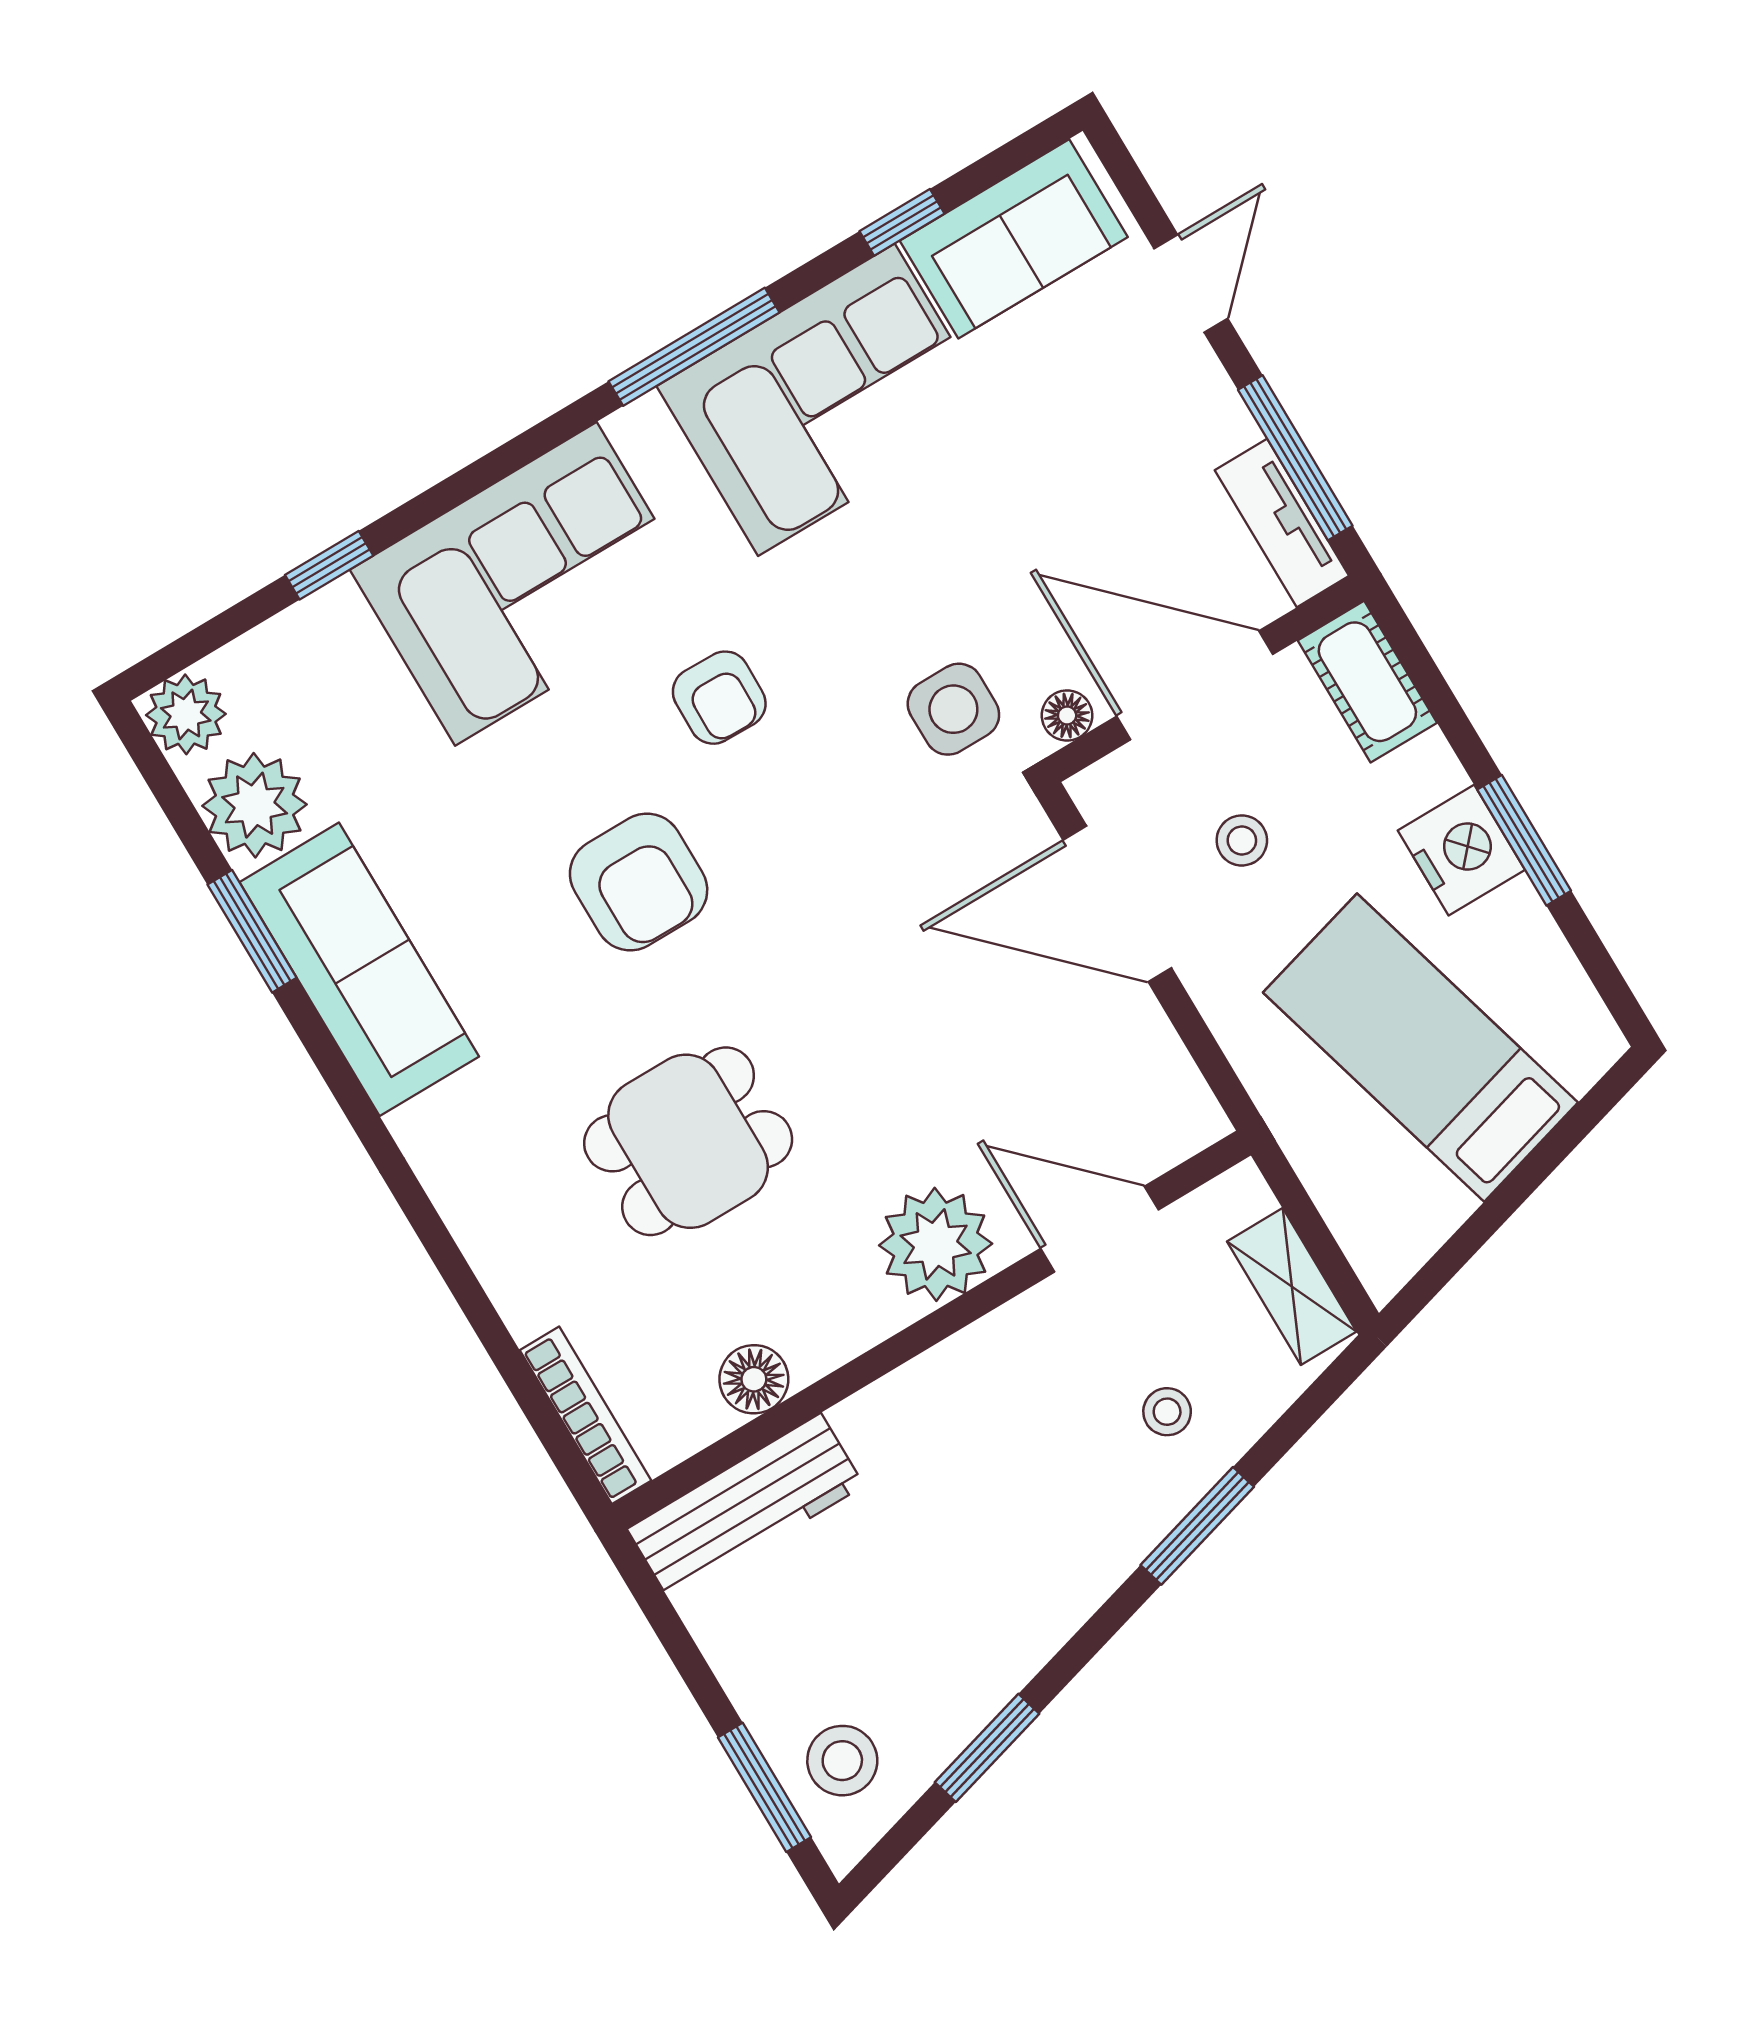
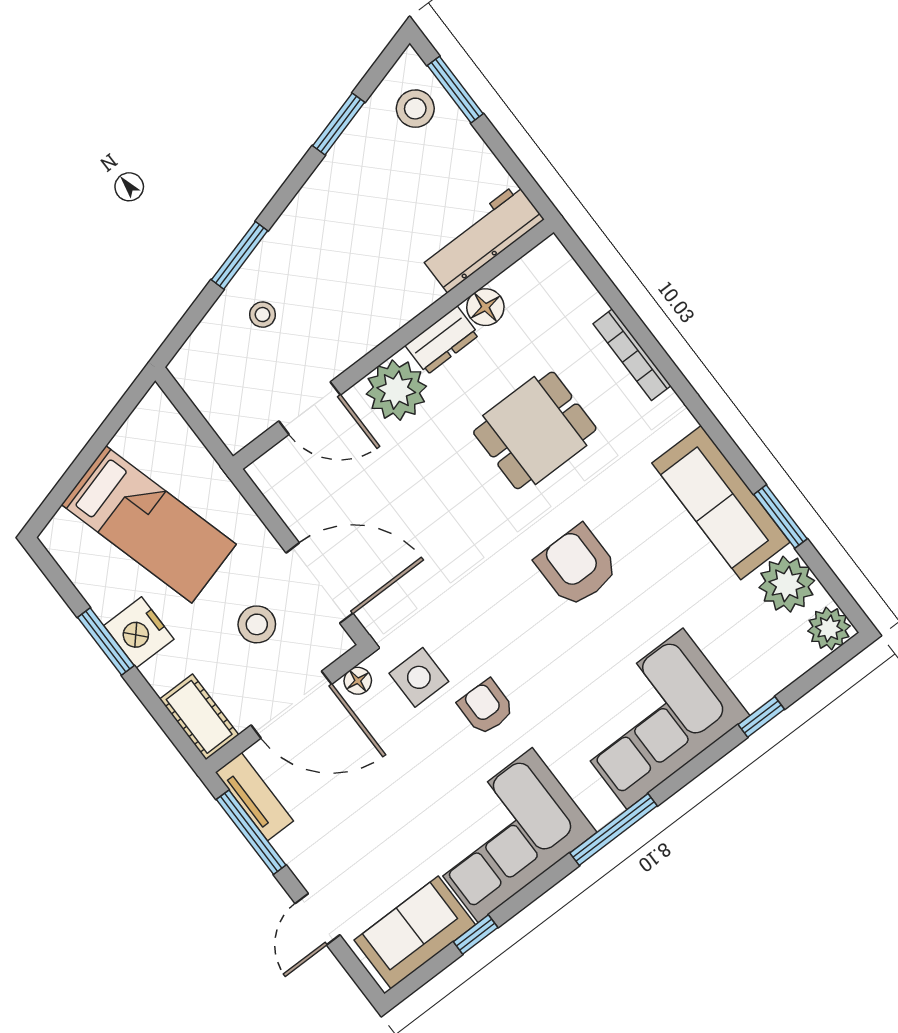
window: (694, 347) -> (614, 829), moved
armchair: (719, 698) -> (486, 707), moved
stool: (1242, 840) -> (257, 624), width x1.37, depth x1.37
shelving: (1292, 1287) -> (203, 389), removed
dresser: (841, 1327) -> (442, 340), added
bookcase: (585, 1415) -> (632, 355), moved

